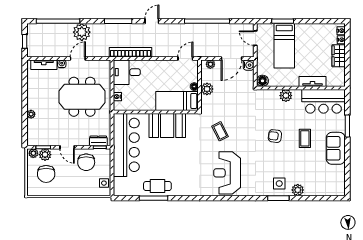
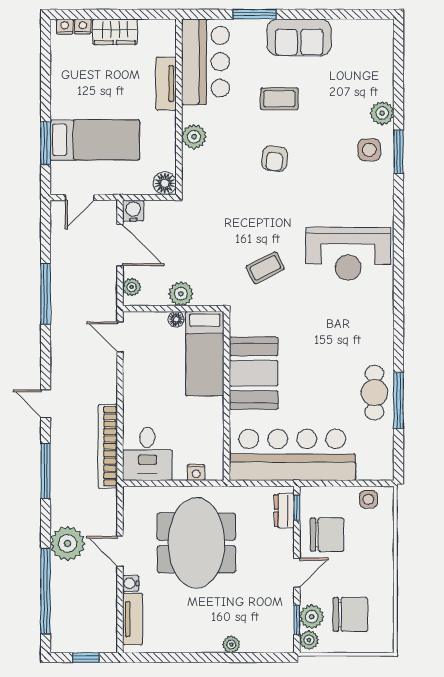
window: (207, 21) -> (46, 294), width x0.68

